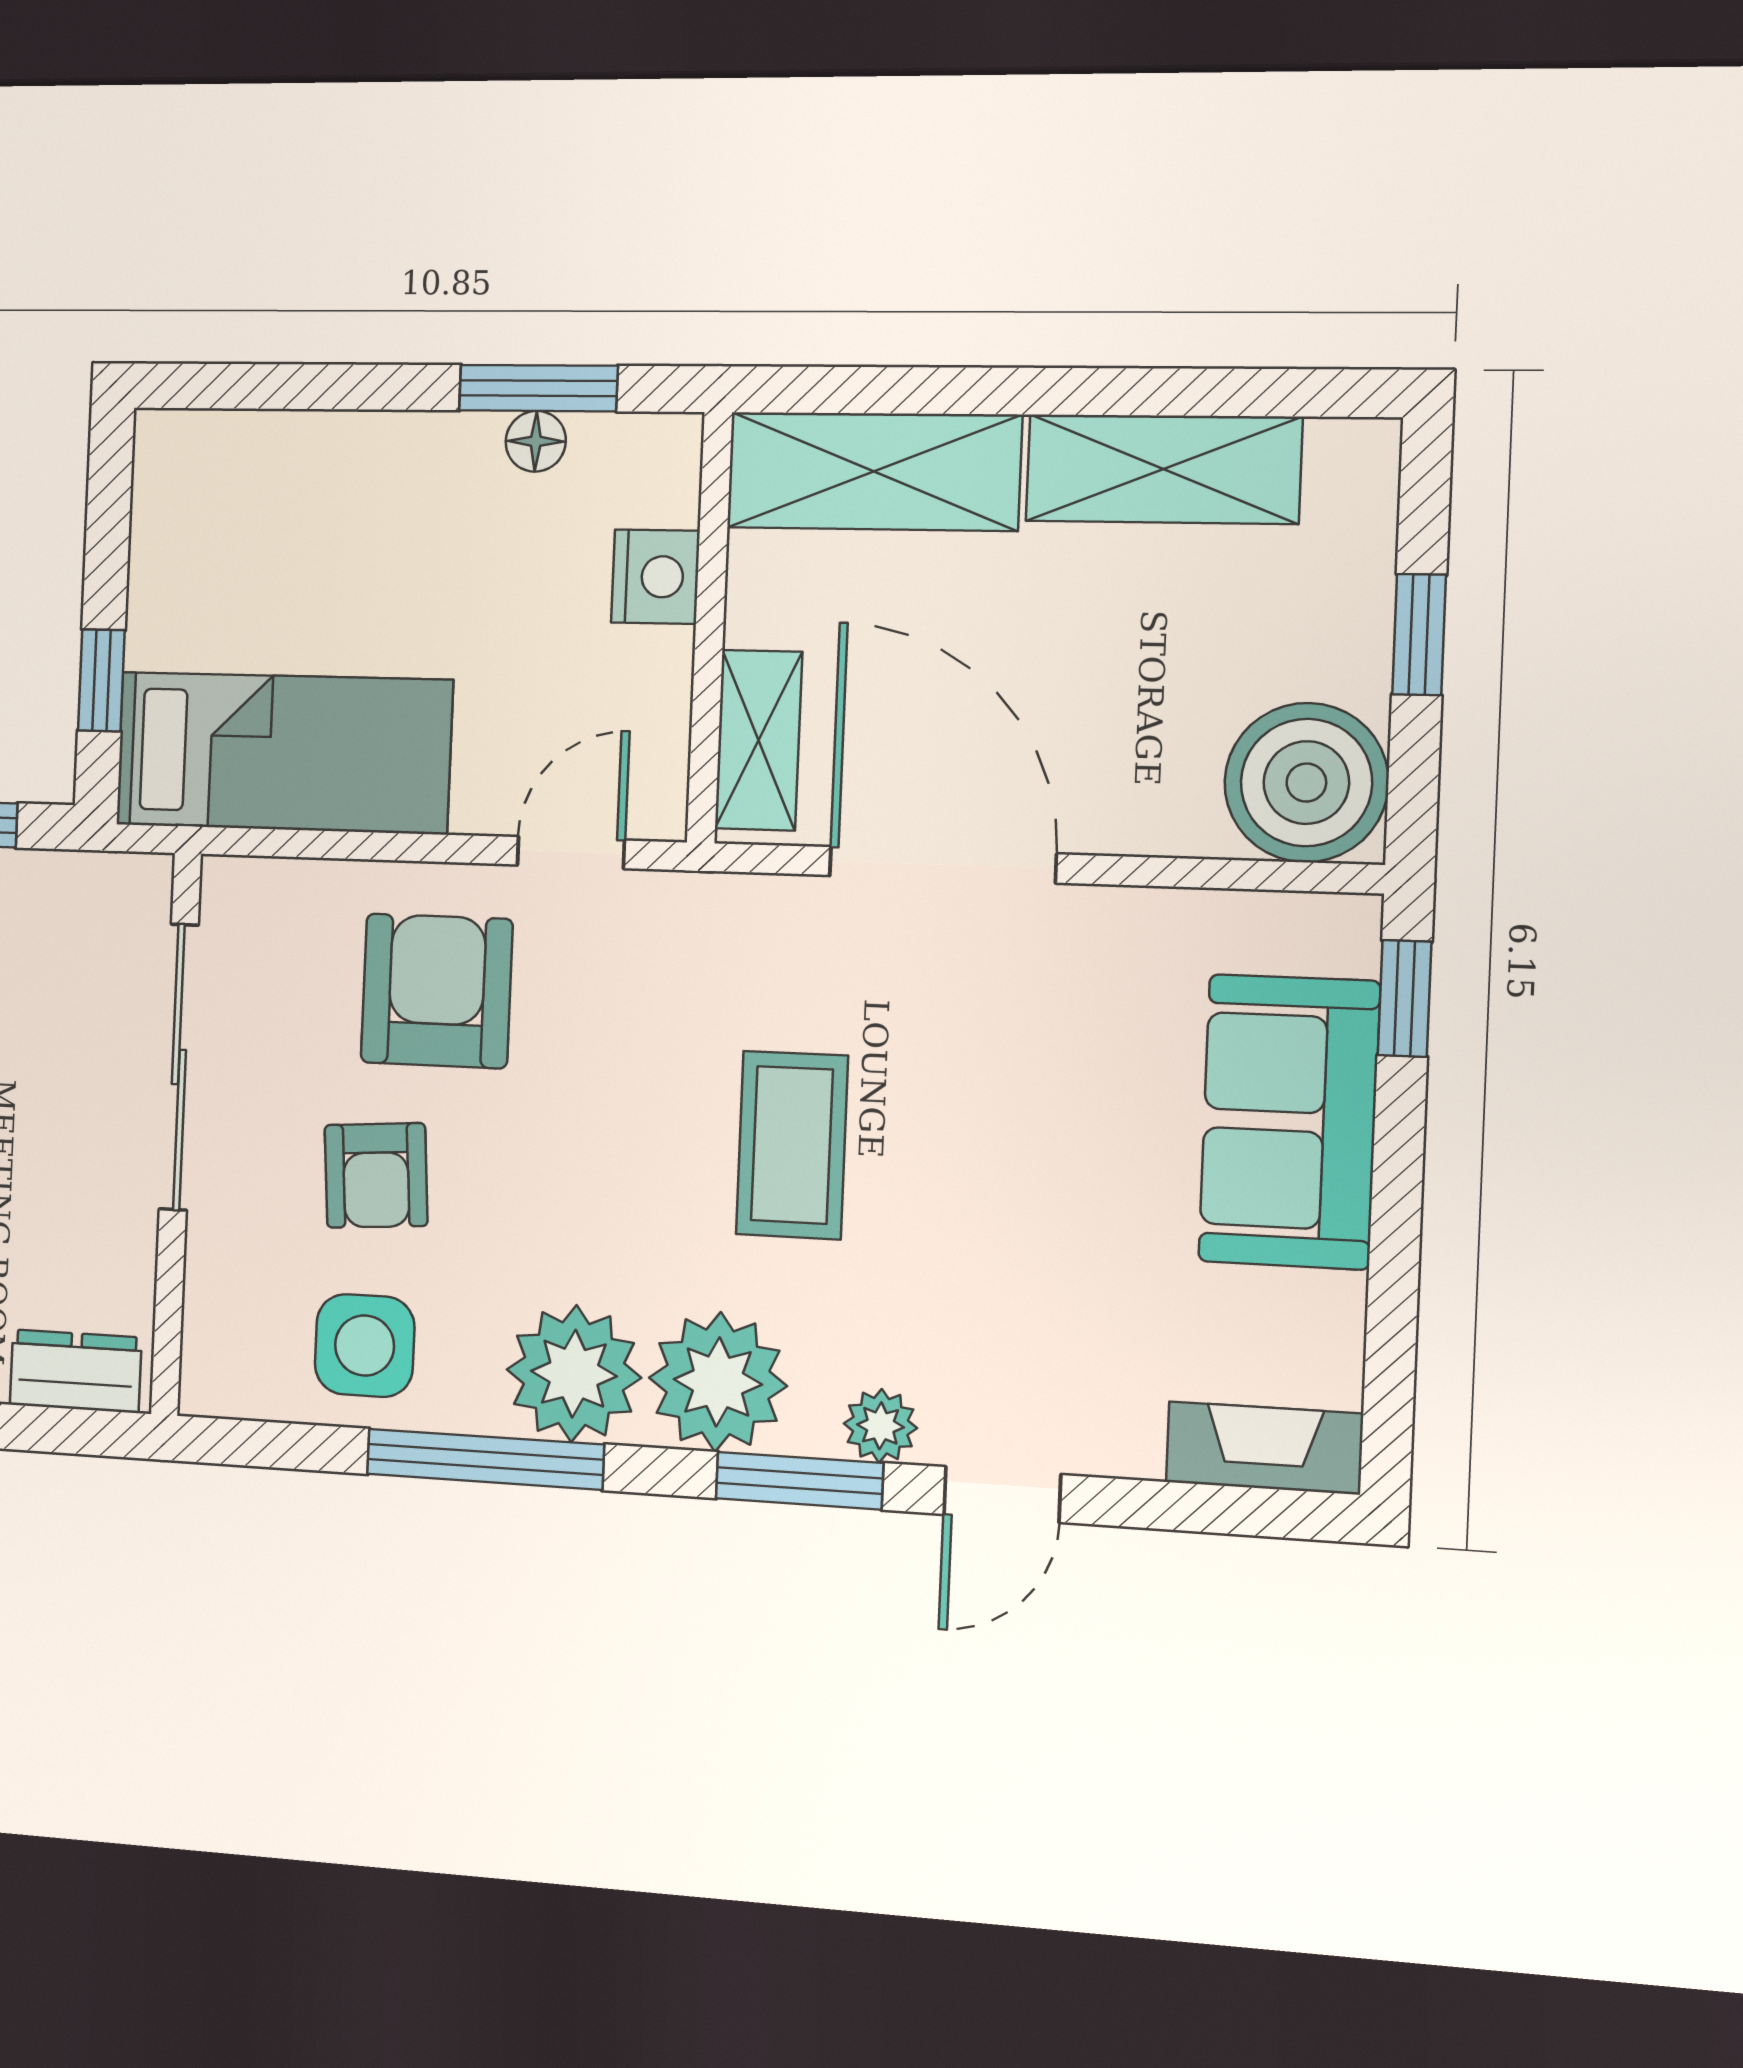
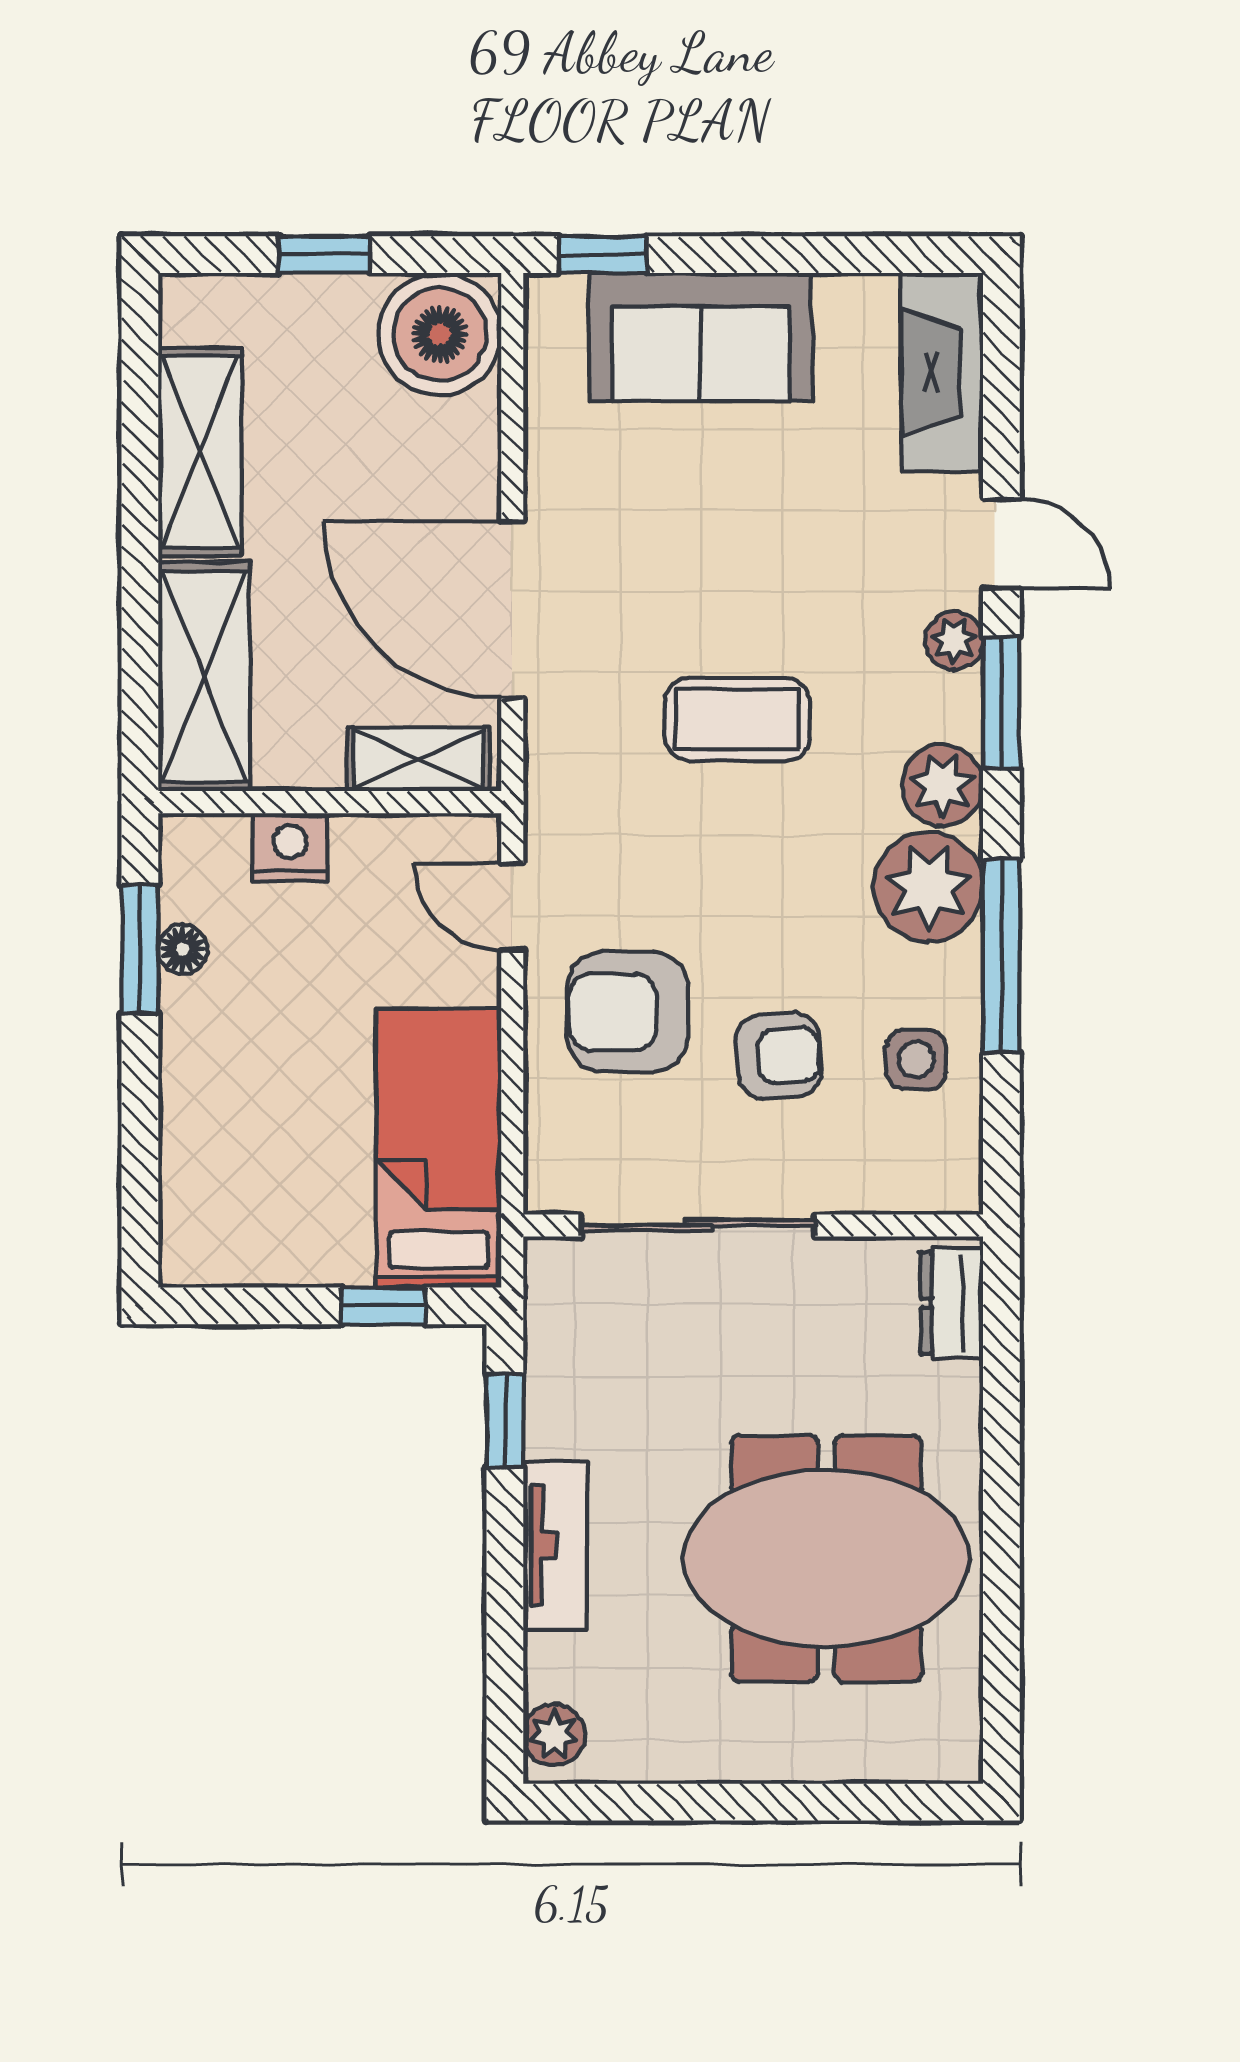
door: (942, 865) -> (512, 610), hinge flipped
side table: (365, 1346) -> (916, 1059), width x0.73, depth x0.73
plant: (718, 1382) -> (942, 785), width x0.73, depth x0.73
fireplace: (1264, 1448) -> (942, 373), width x1.37, depth x1.32

